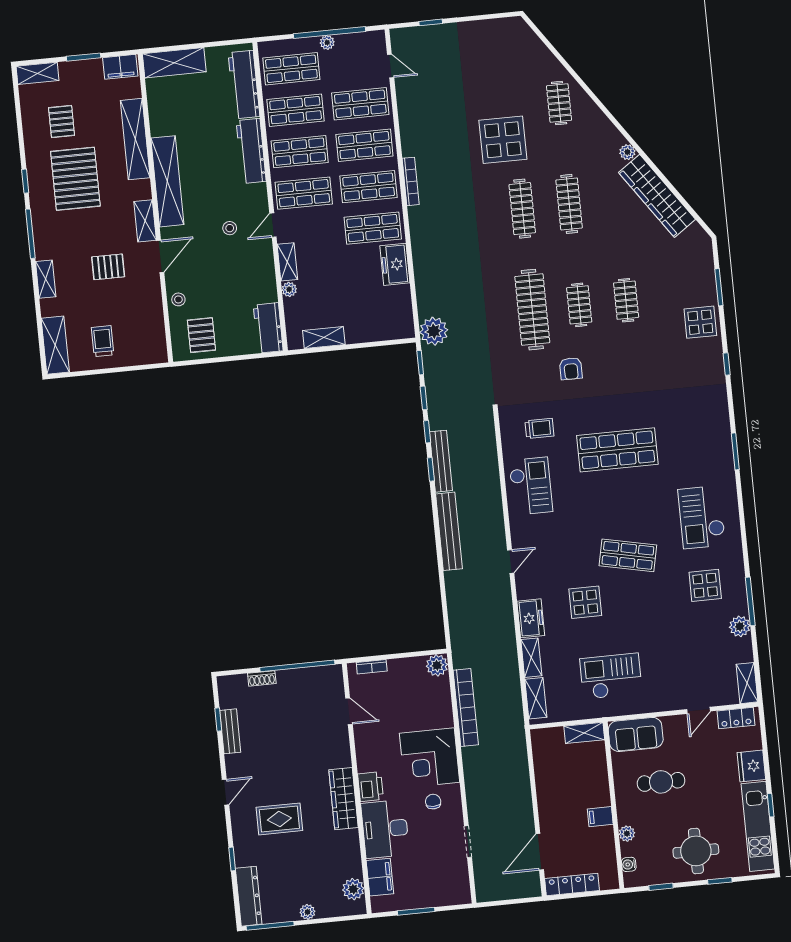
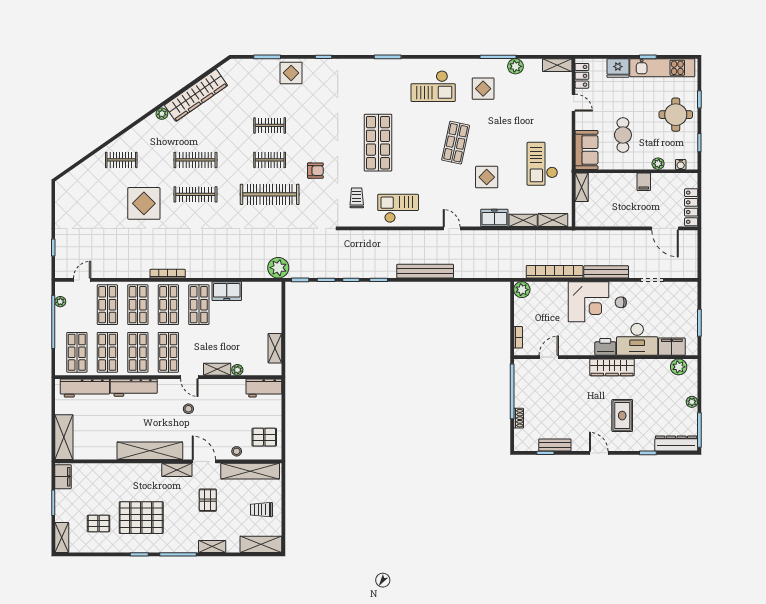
plant: (327, 42) -> (60, 302), moved
shelving: (135, 139) -> (250, 471), moved
bench: (441, 461) -> (606, 272), moved

